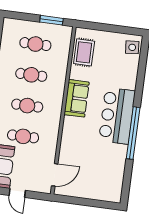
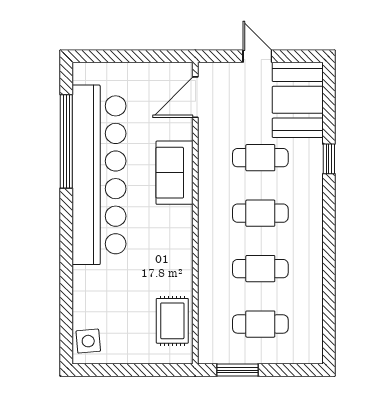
sofa: (77, 98) -> (175, 173), moved
bar counter: (117, 116) -> (99, 175), width x1.86
window: (133, 133) -> (66, 141), moved

